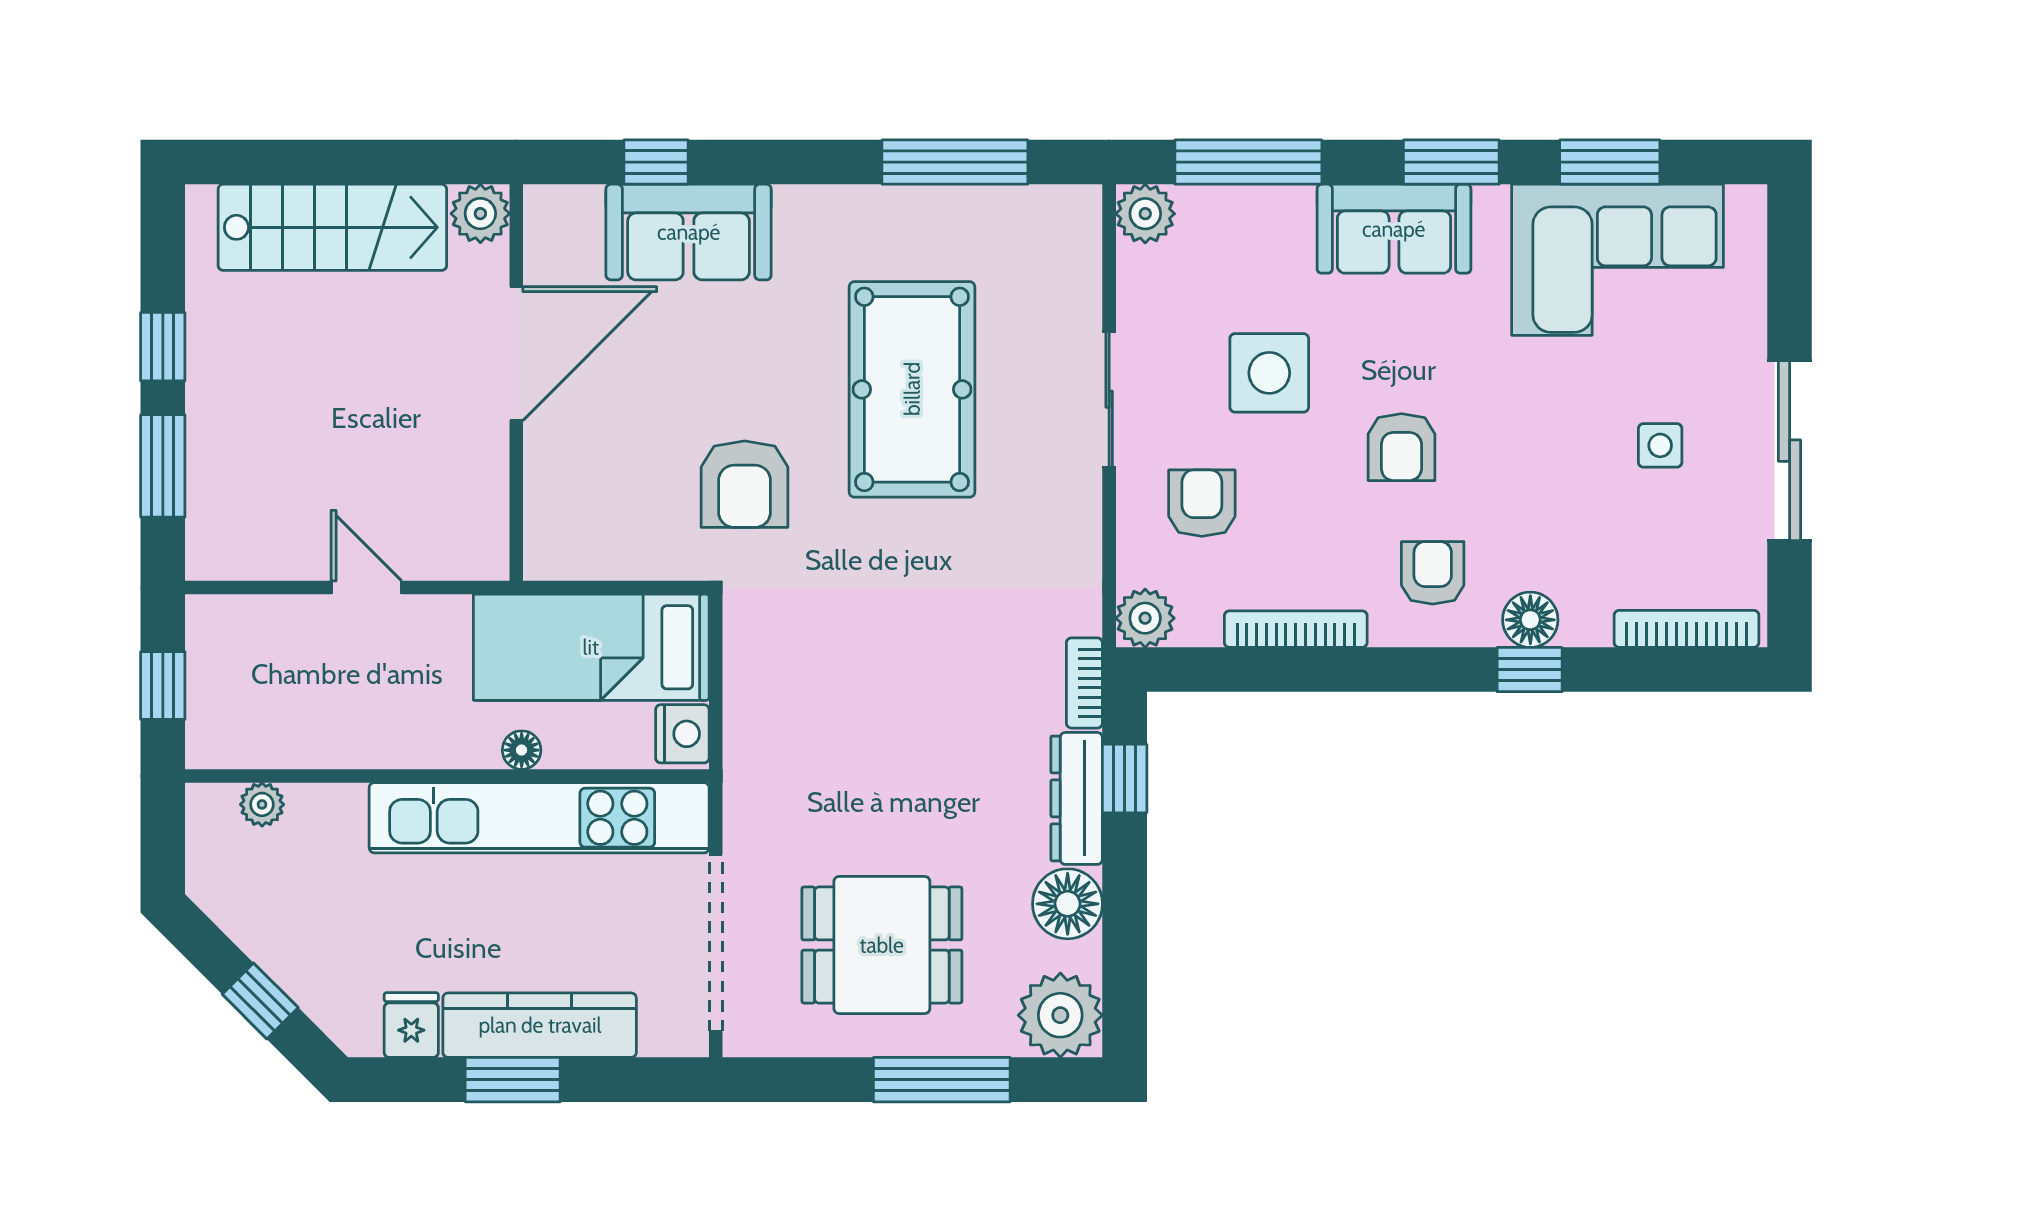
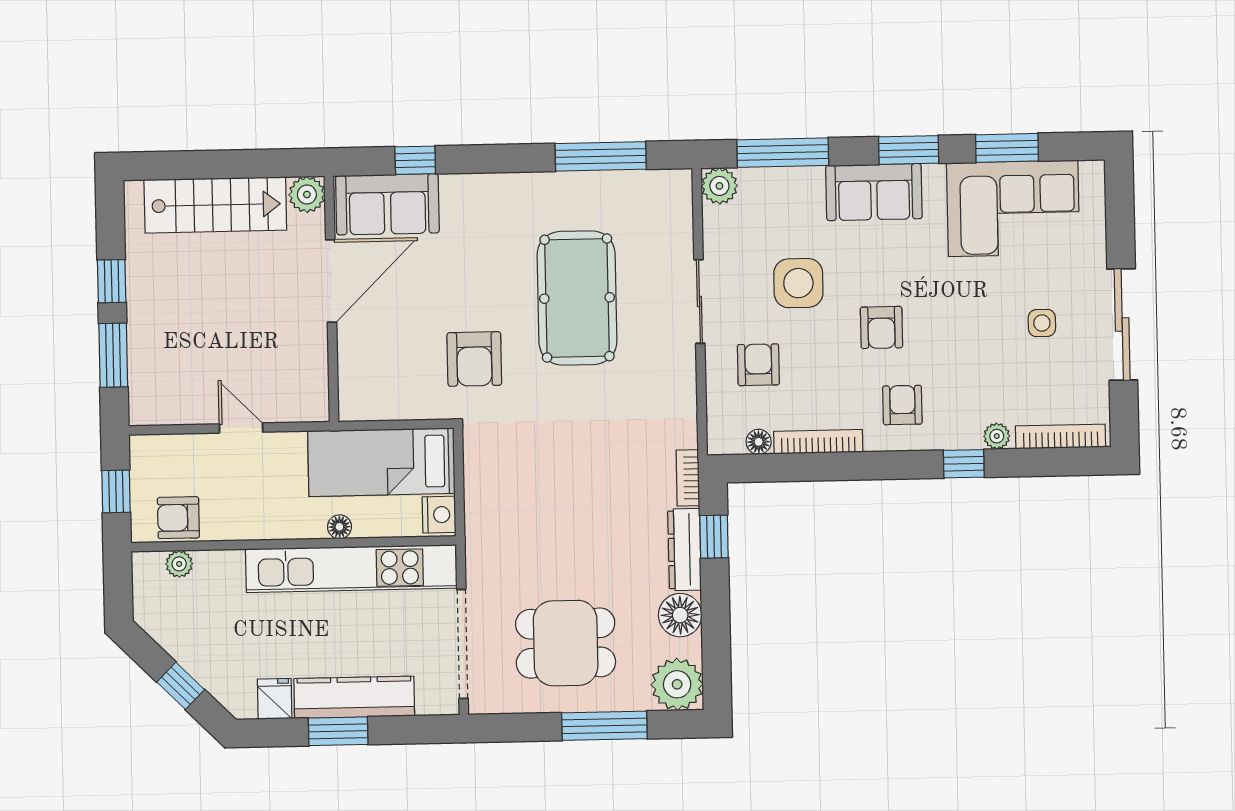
sofa: (689, 232) -> (387, 204), moved
plant: (1145, 618) -> (997, 436), moved, width x0.73, depth x0.73
floor lamp: (1530, 620) -> (759, 442), moved, width x0.73, depth x0.73
armchair: (262, 730) -> (178, 518), added

